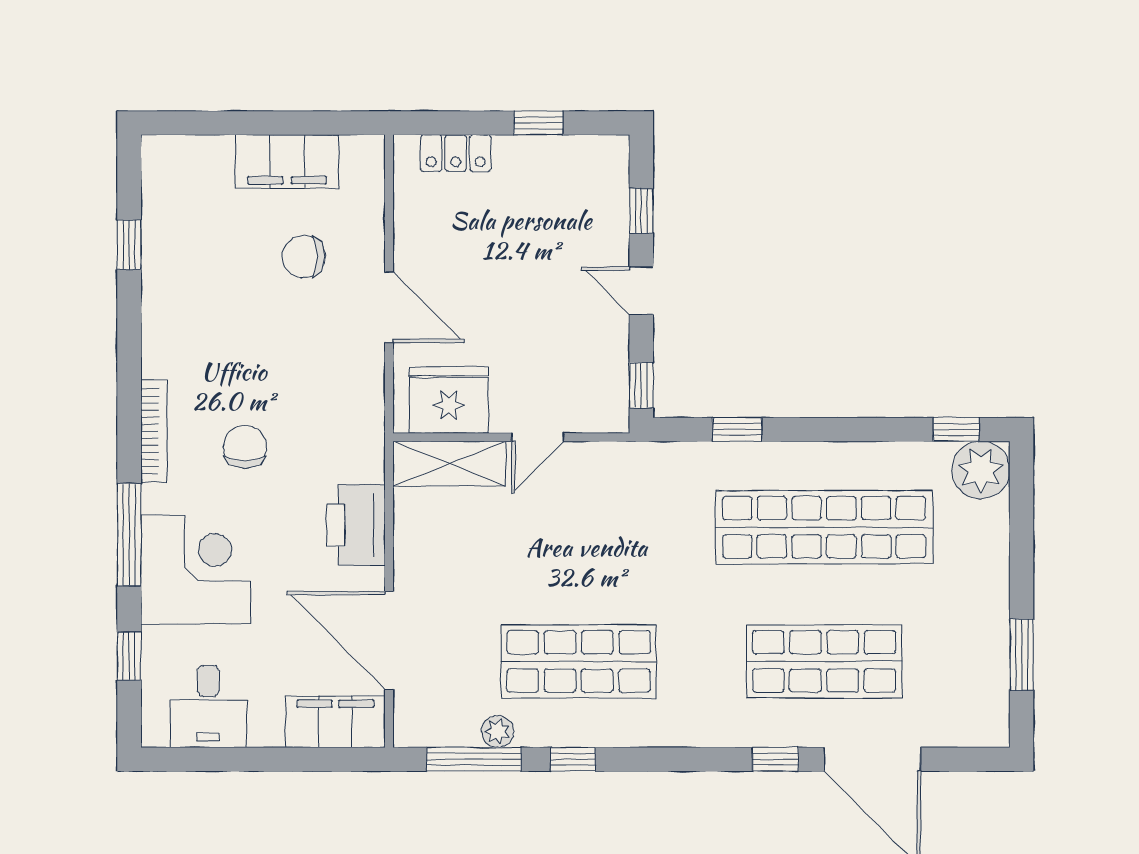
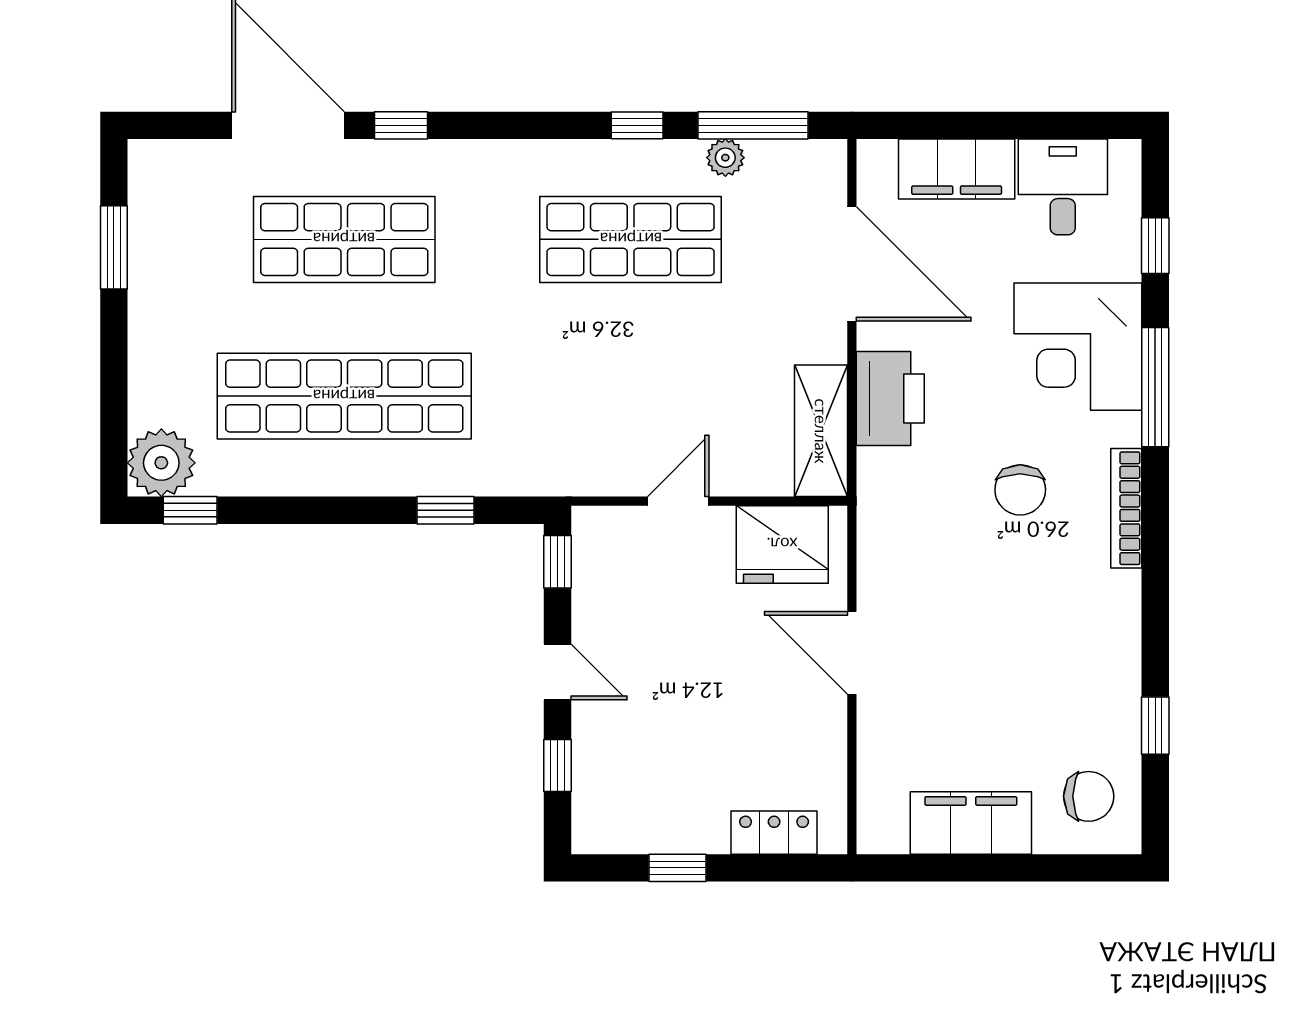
chair: (304, 257) -> (1089, 796), moved
shelving: (449, 464) -> (821, 431), moved, turned 90
filing cabinet: (335, 722) -> (957, 169), moved

